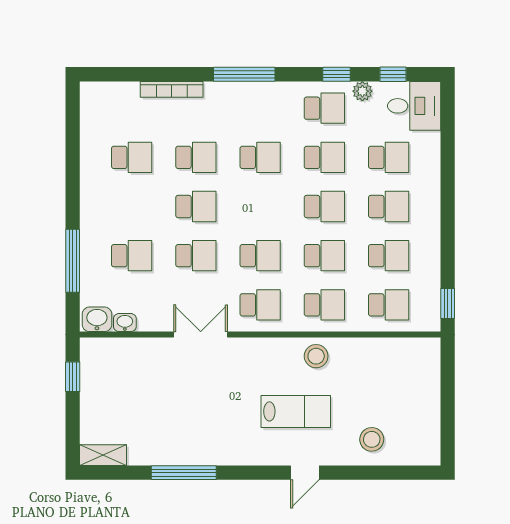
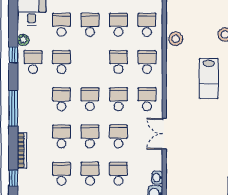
window: (393, 74) -> (13, 178), moved
school desk: (132, 207) -> (90, 174), added
school desk: (324, 207) -> (90, 99), moved
stool: (316, 356) -> (176, 39), moved
lab bench: (296, 411) -> (209, 79), turned 180

